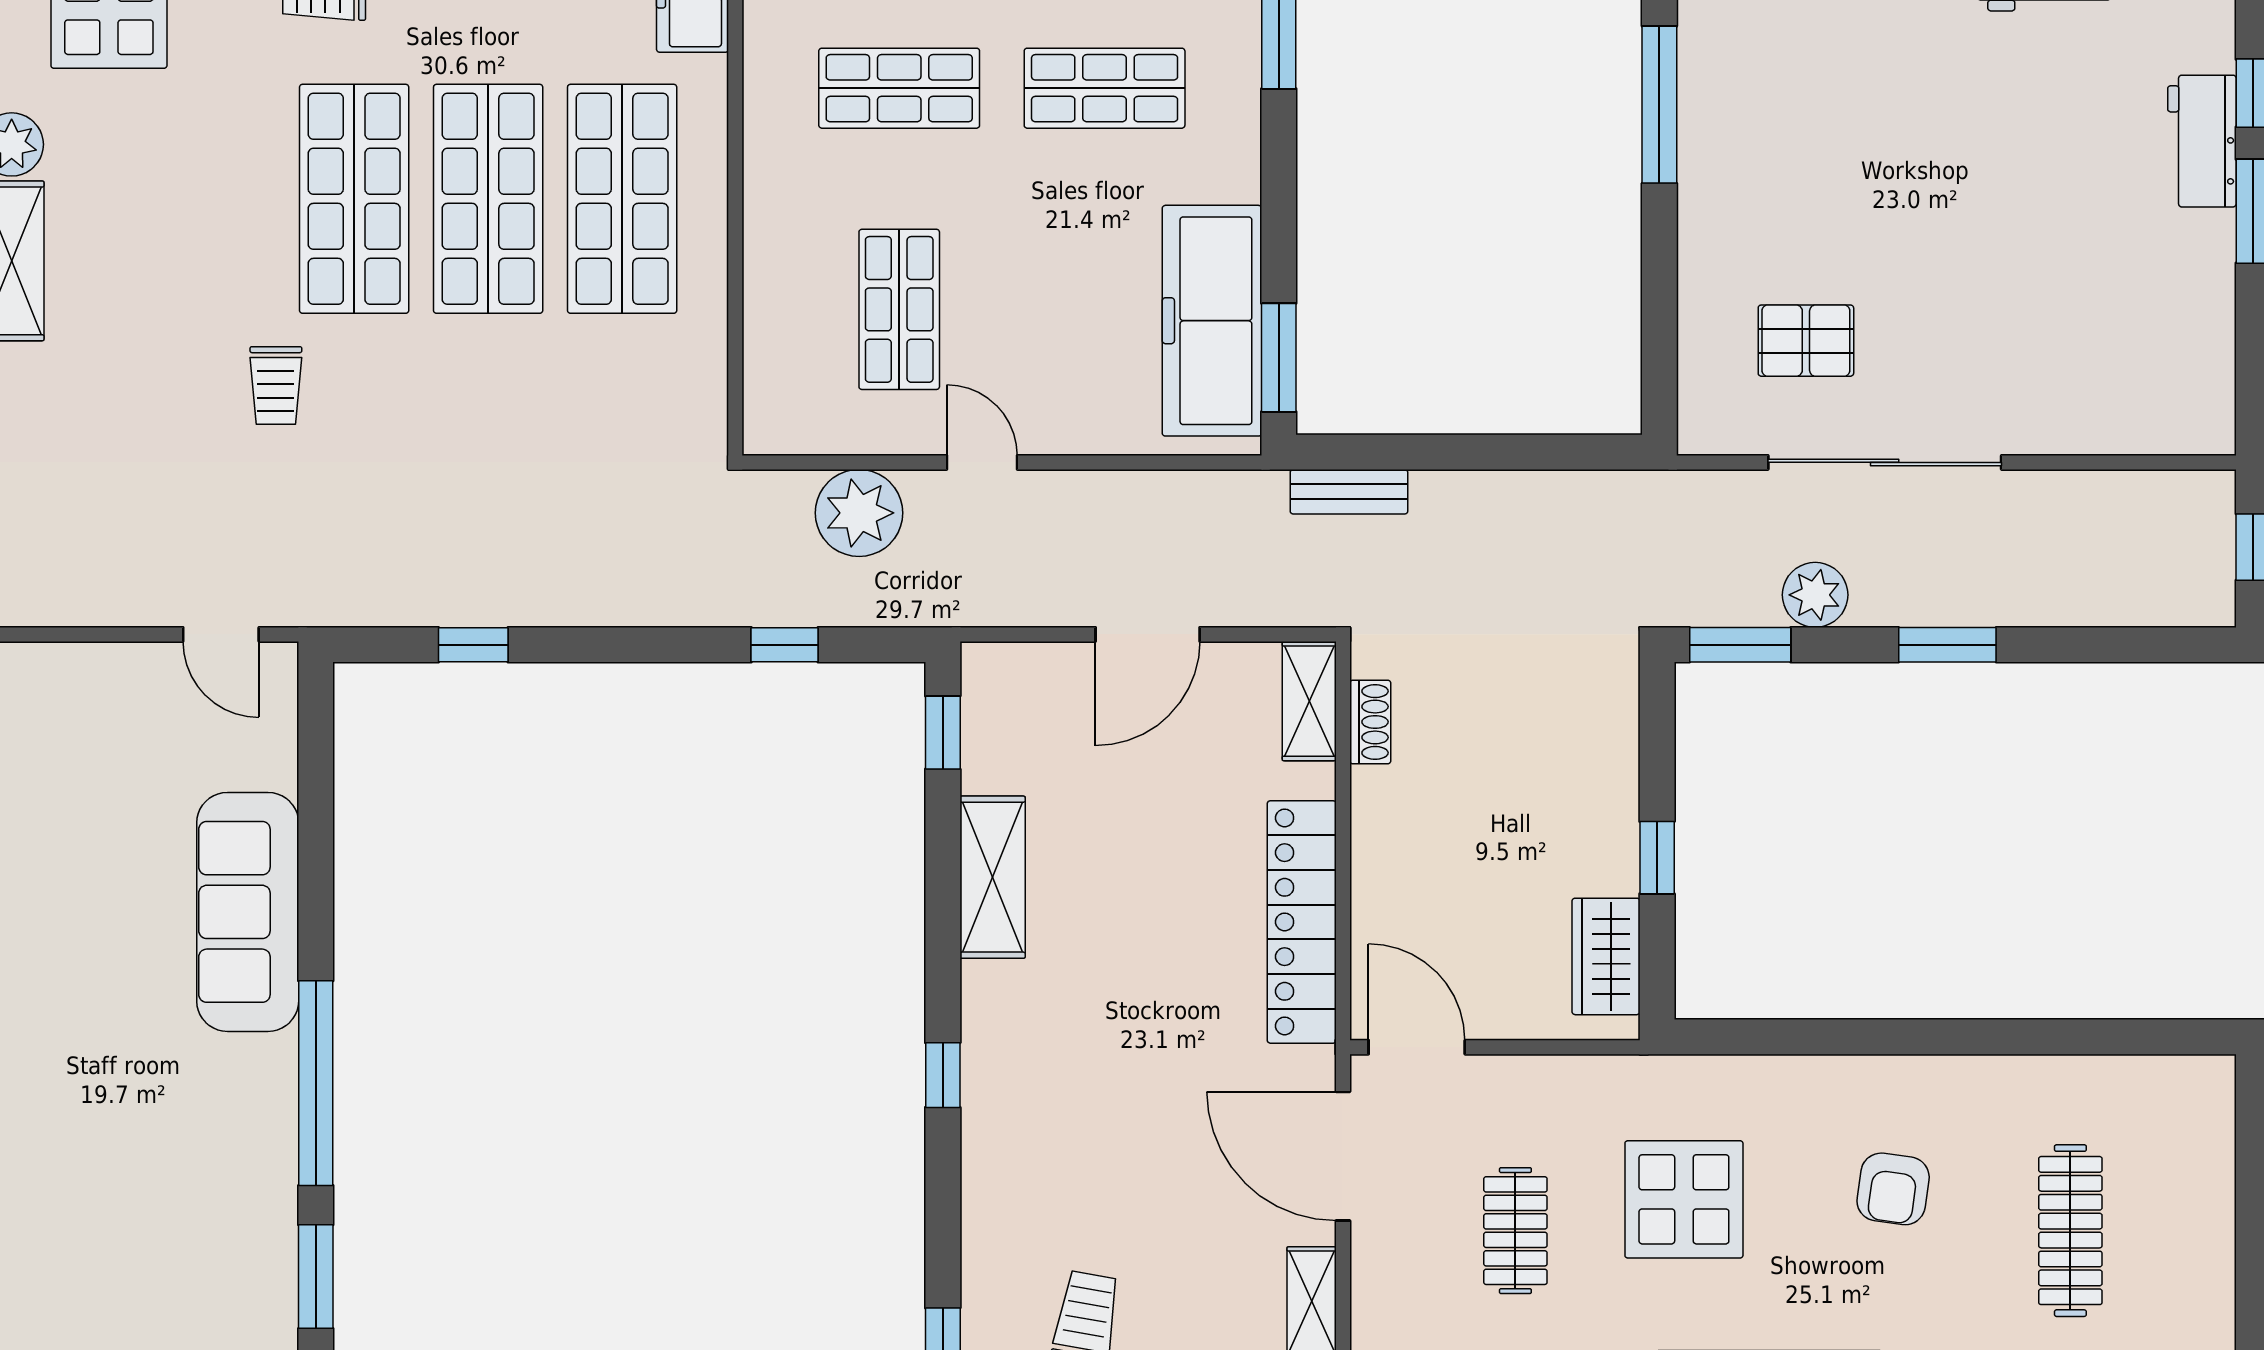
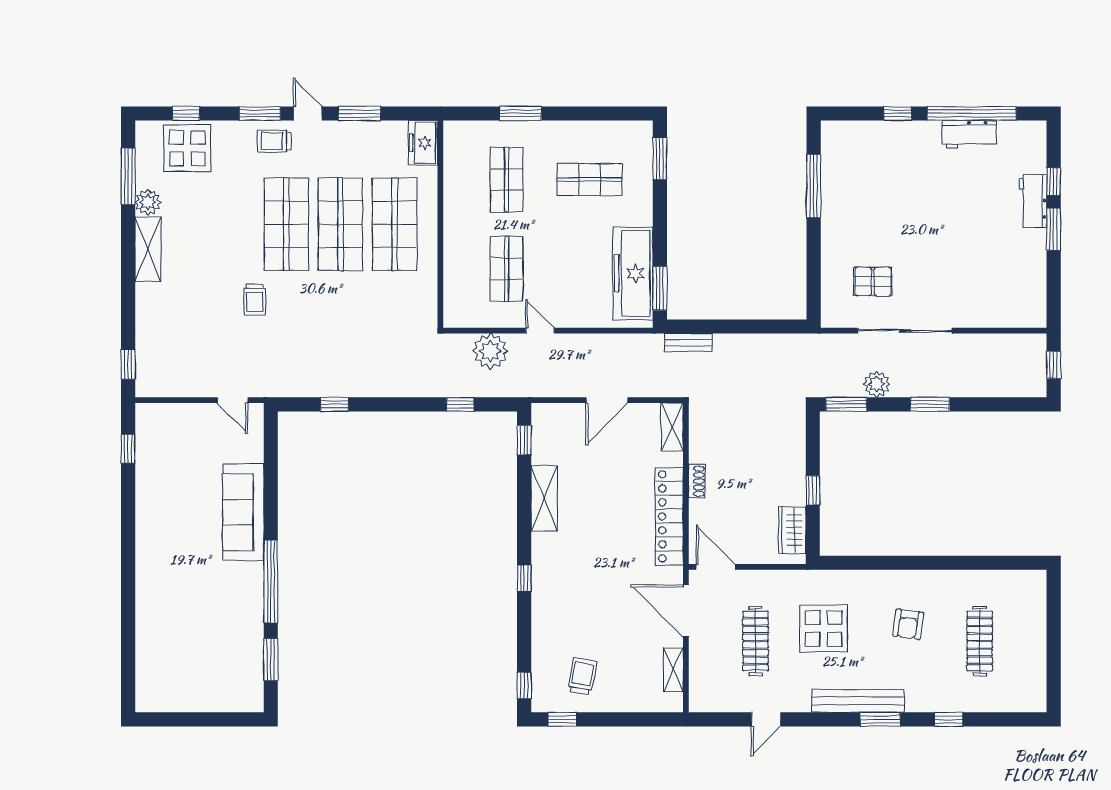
shop shelf: (899, 88) -> (507, 179), turned 90
shoe rack: (1370, 722) -> (697, 481), moved
clothes rail: (1515, 1231) -> (756, 641), width x1.36

